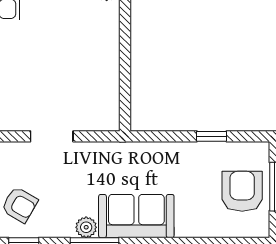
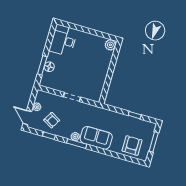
armchair: (242, 191) -> (132, 146), moved

